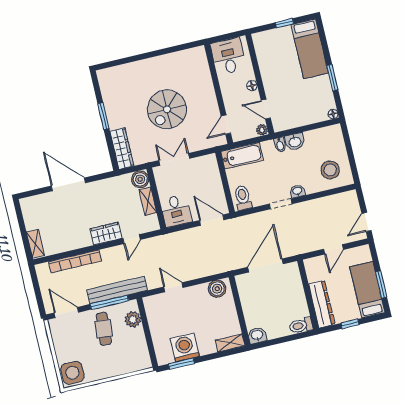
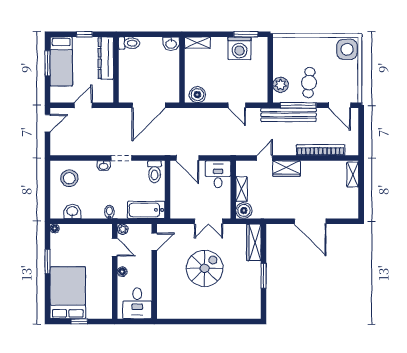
bed: (310, 49) -> (68, 293), width x1.50
washbasin: (295, 142) -> (72, 212), moved

